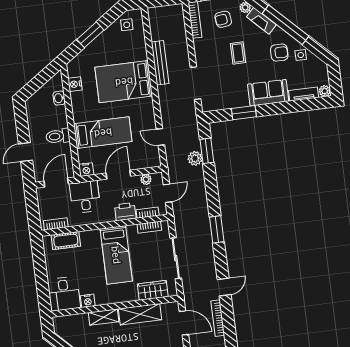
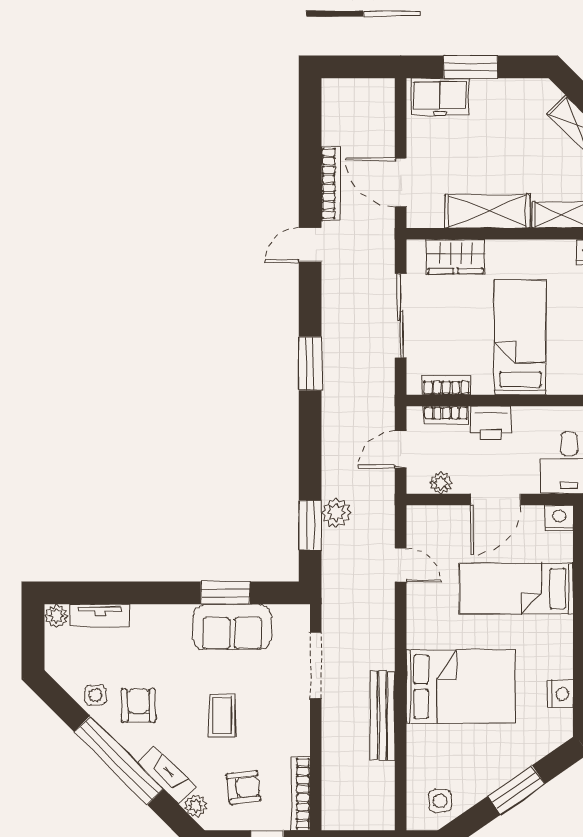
armchair: (279, 53) -> (138, 706), turned 90
sofa: (268, 93) -> (232, 627), moved

